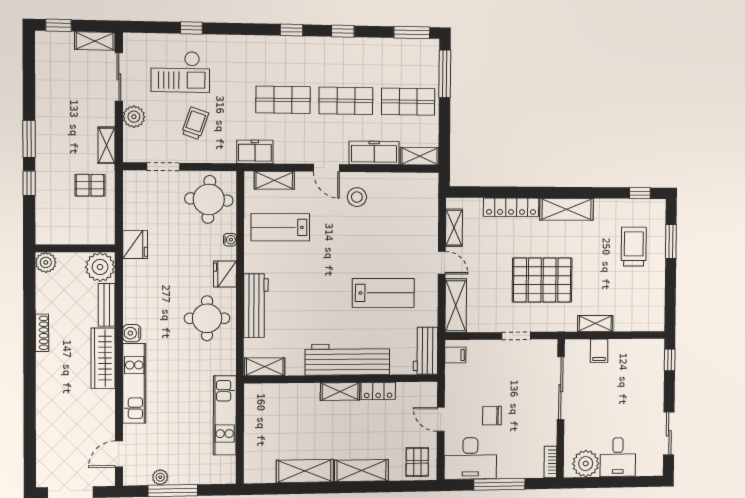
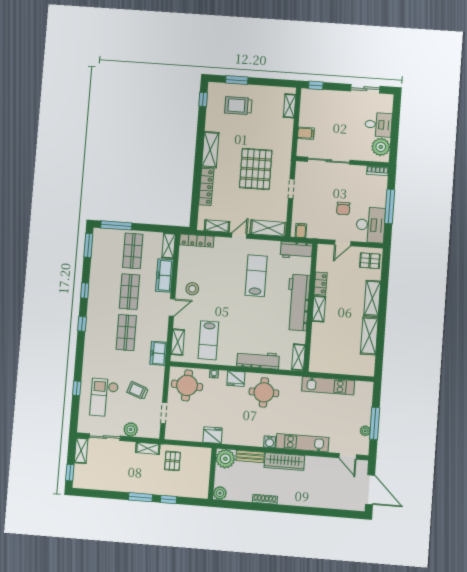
checkout: (180, 72) -> (104, 398), turned 180
locker: (430, 198) -> (197, 241), added
shelving: (595, 323) -> (290, 106), moved

